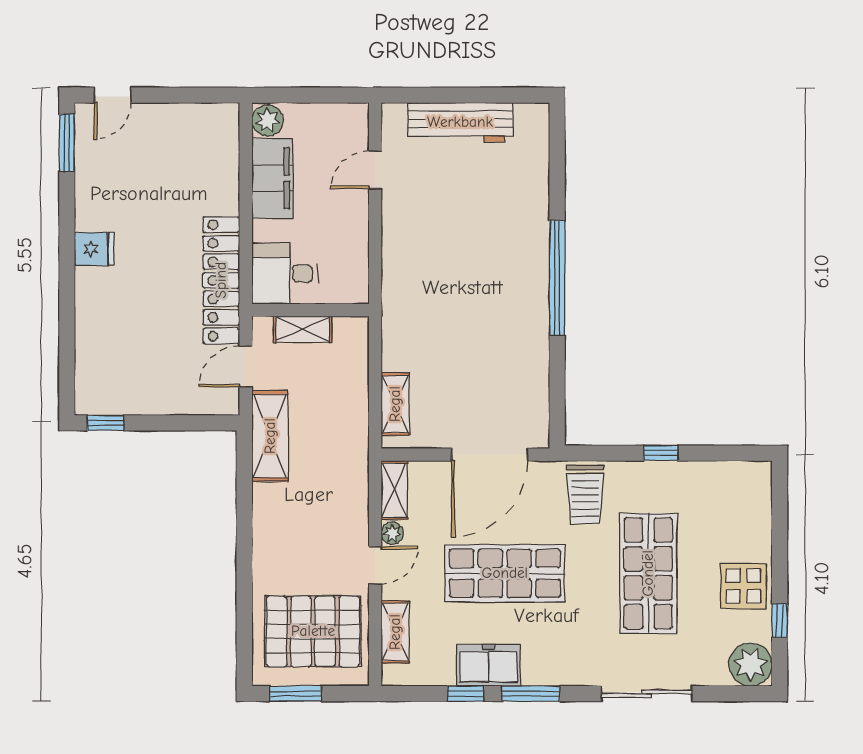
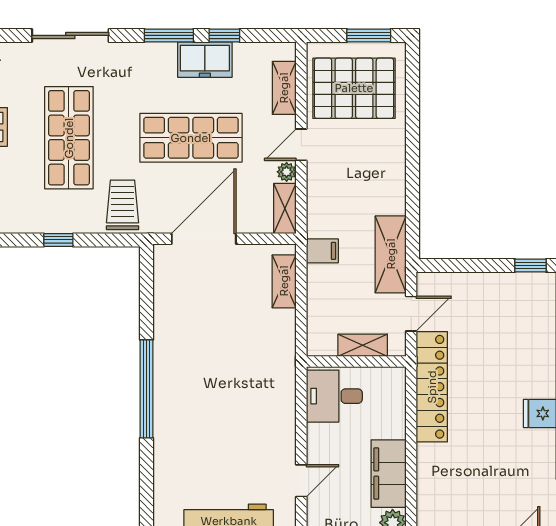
desk: (285, 274) -> (334, 396), moved, turned 180
filing cabinet: (350, 440) -> (322, 251), added

